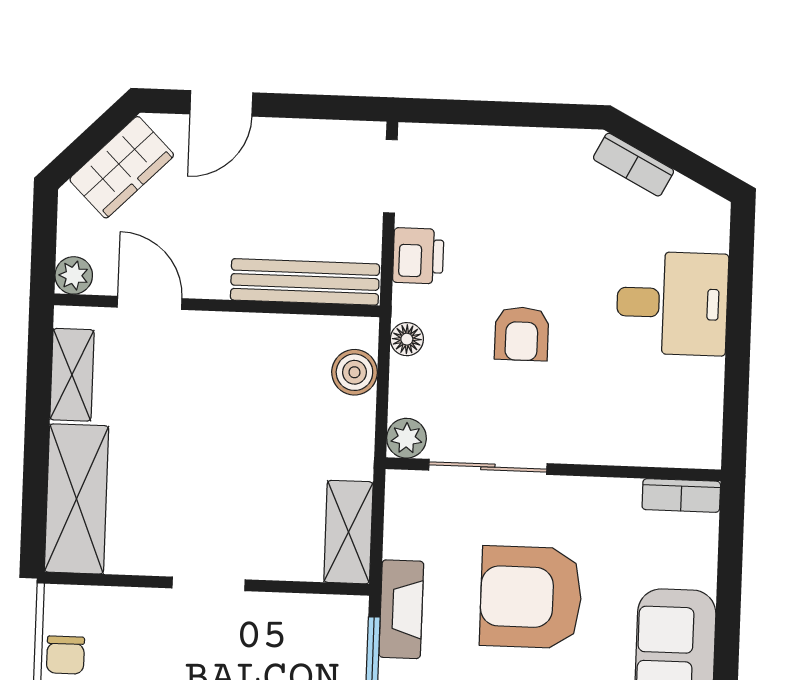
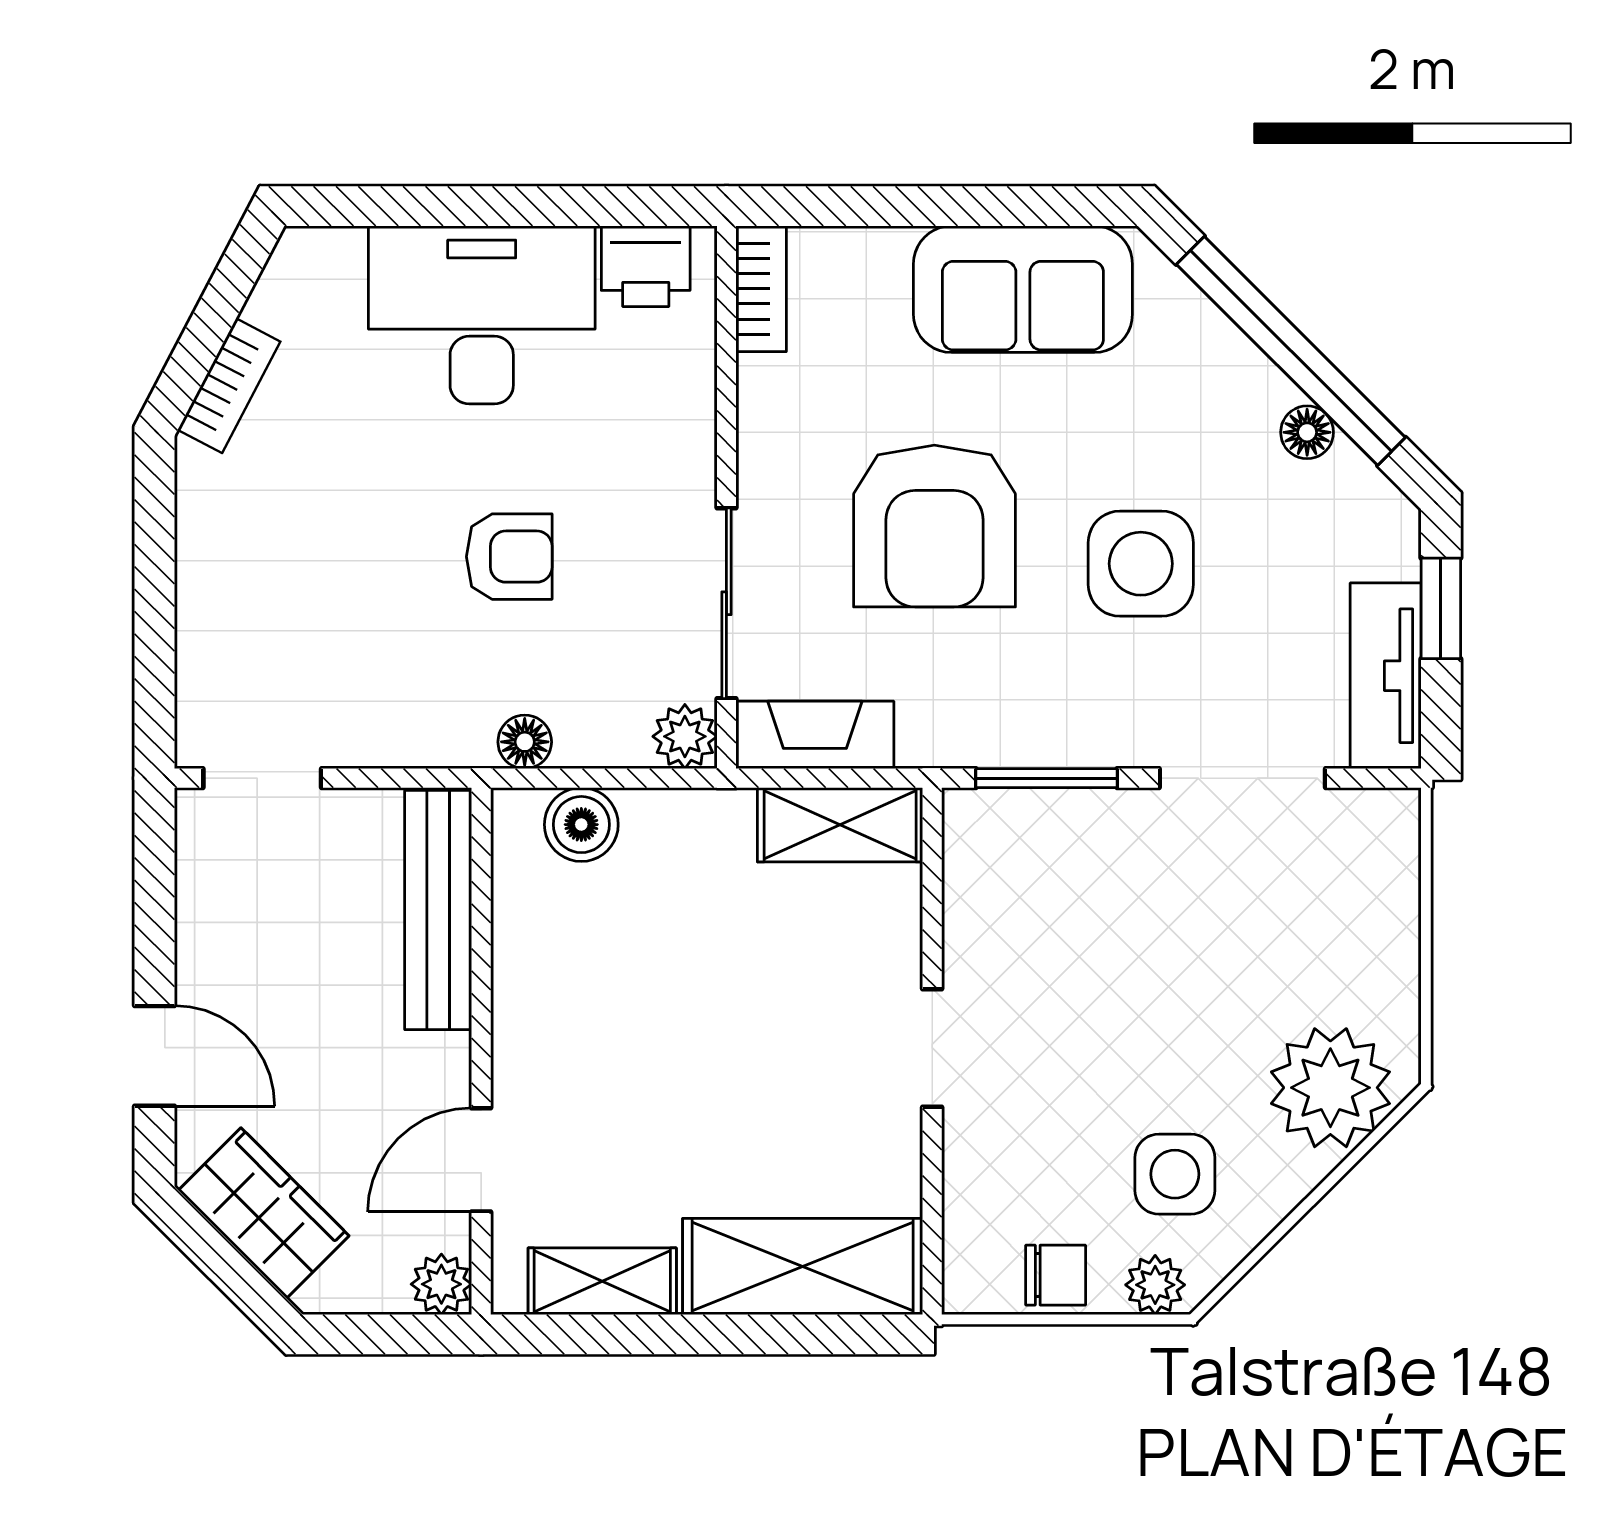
printer: (418, 256) -> (646, 266), moved, turned 180
desk: (672, 303) -> (482, 315), width x1.37
fireplace: (401, 609) -> (815, 735), moved

